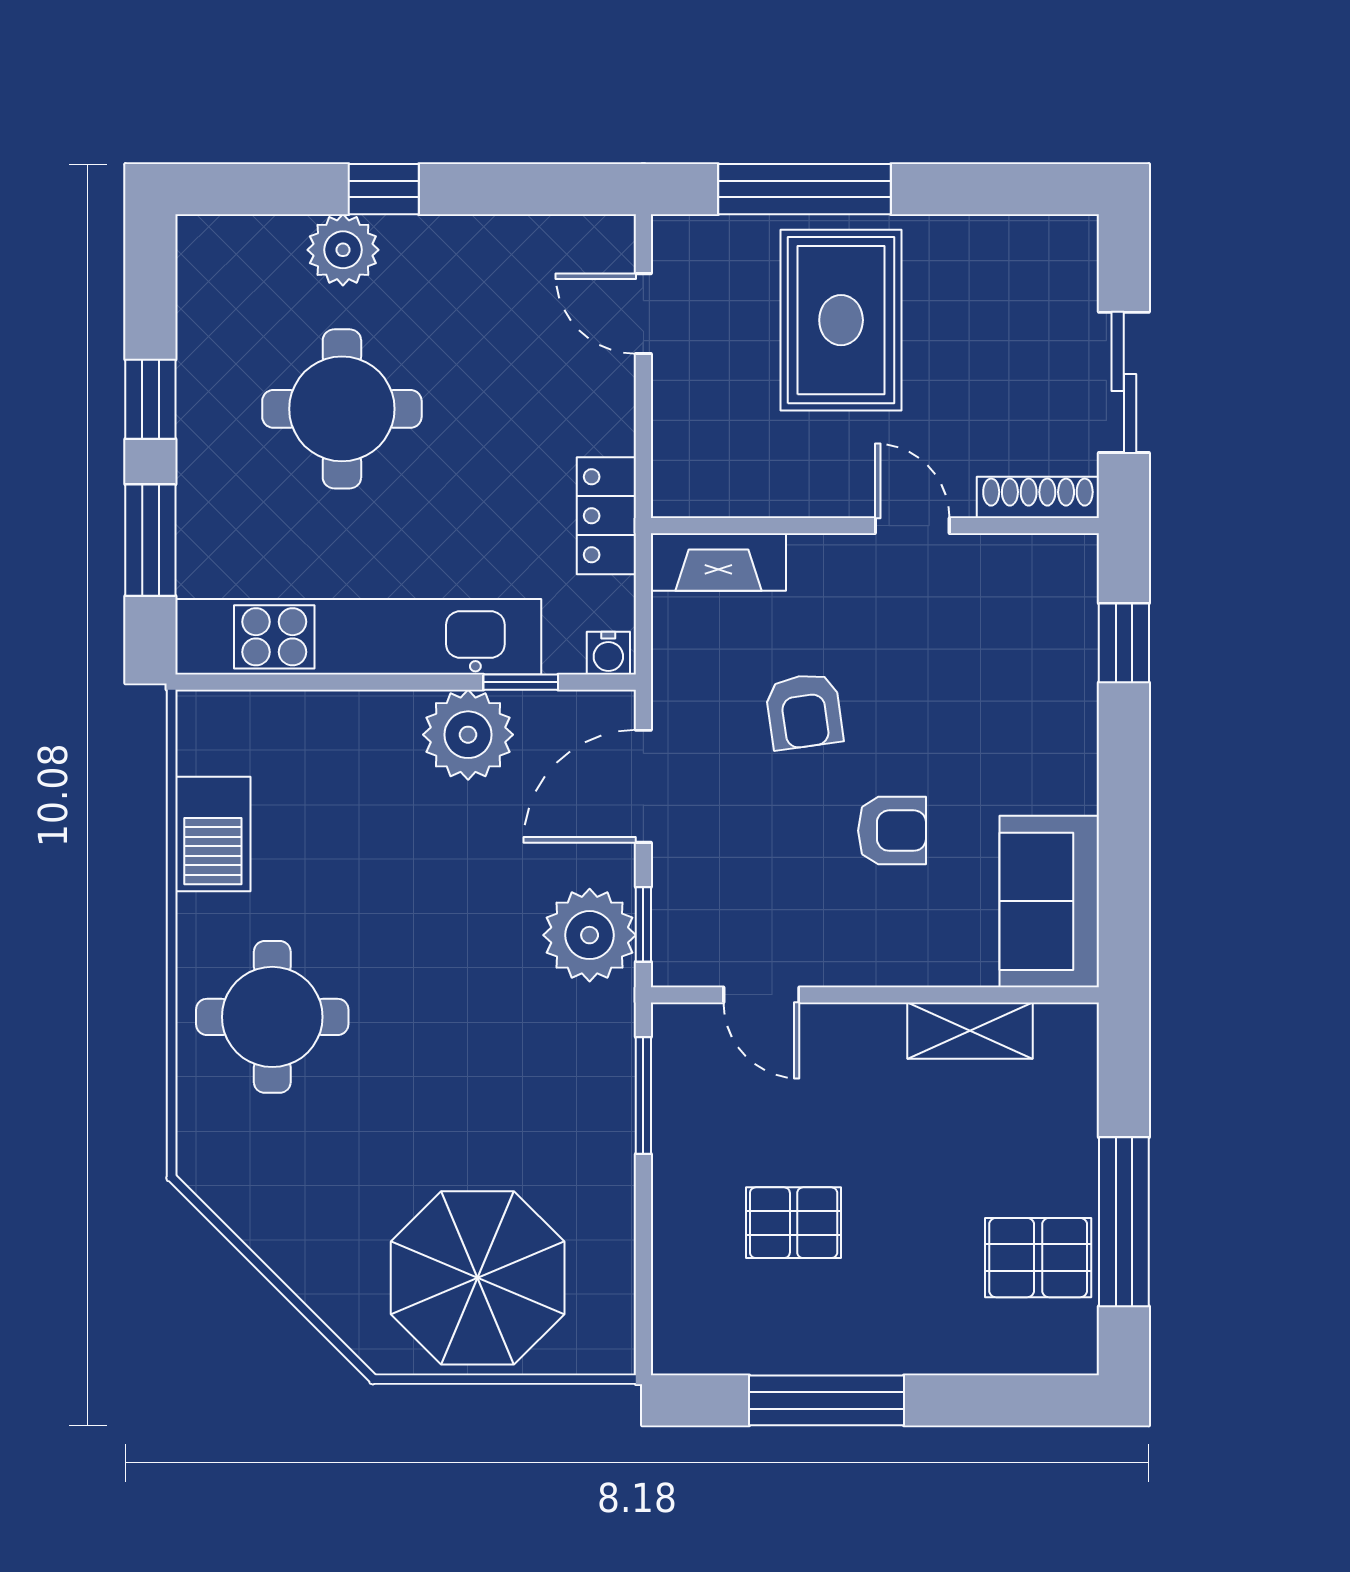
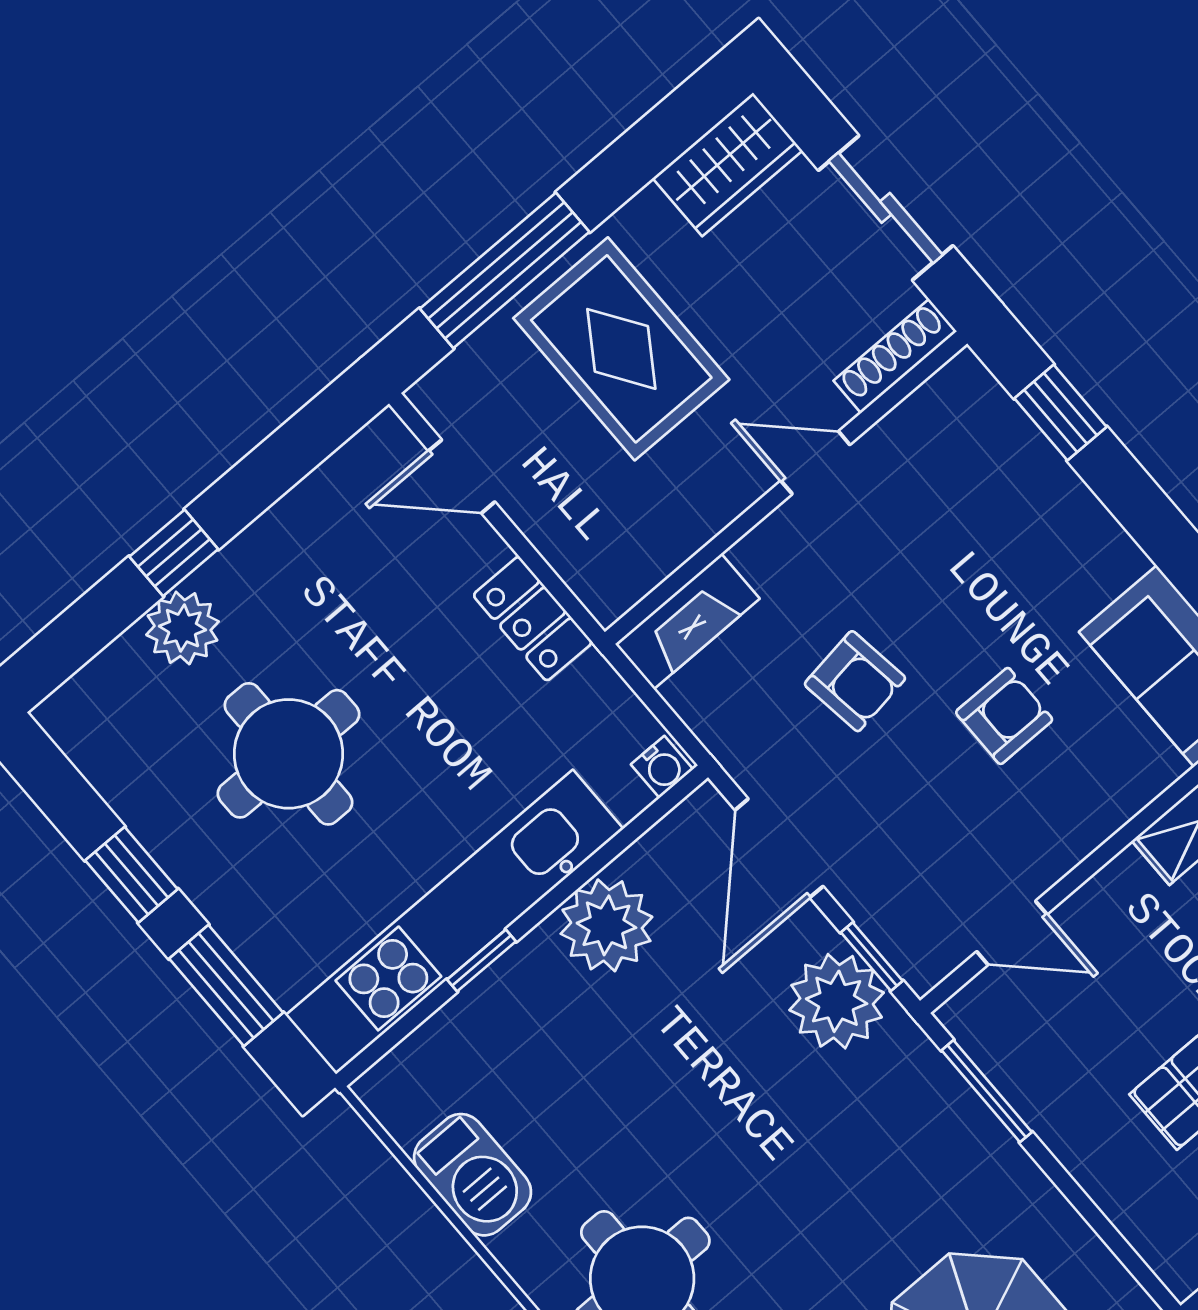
wardrobe: (1035, 251) -> (728, 164), added
locker: (606, 516) -> (533, 619), moved
window: (521, 682) -> (481, 961), moved

